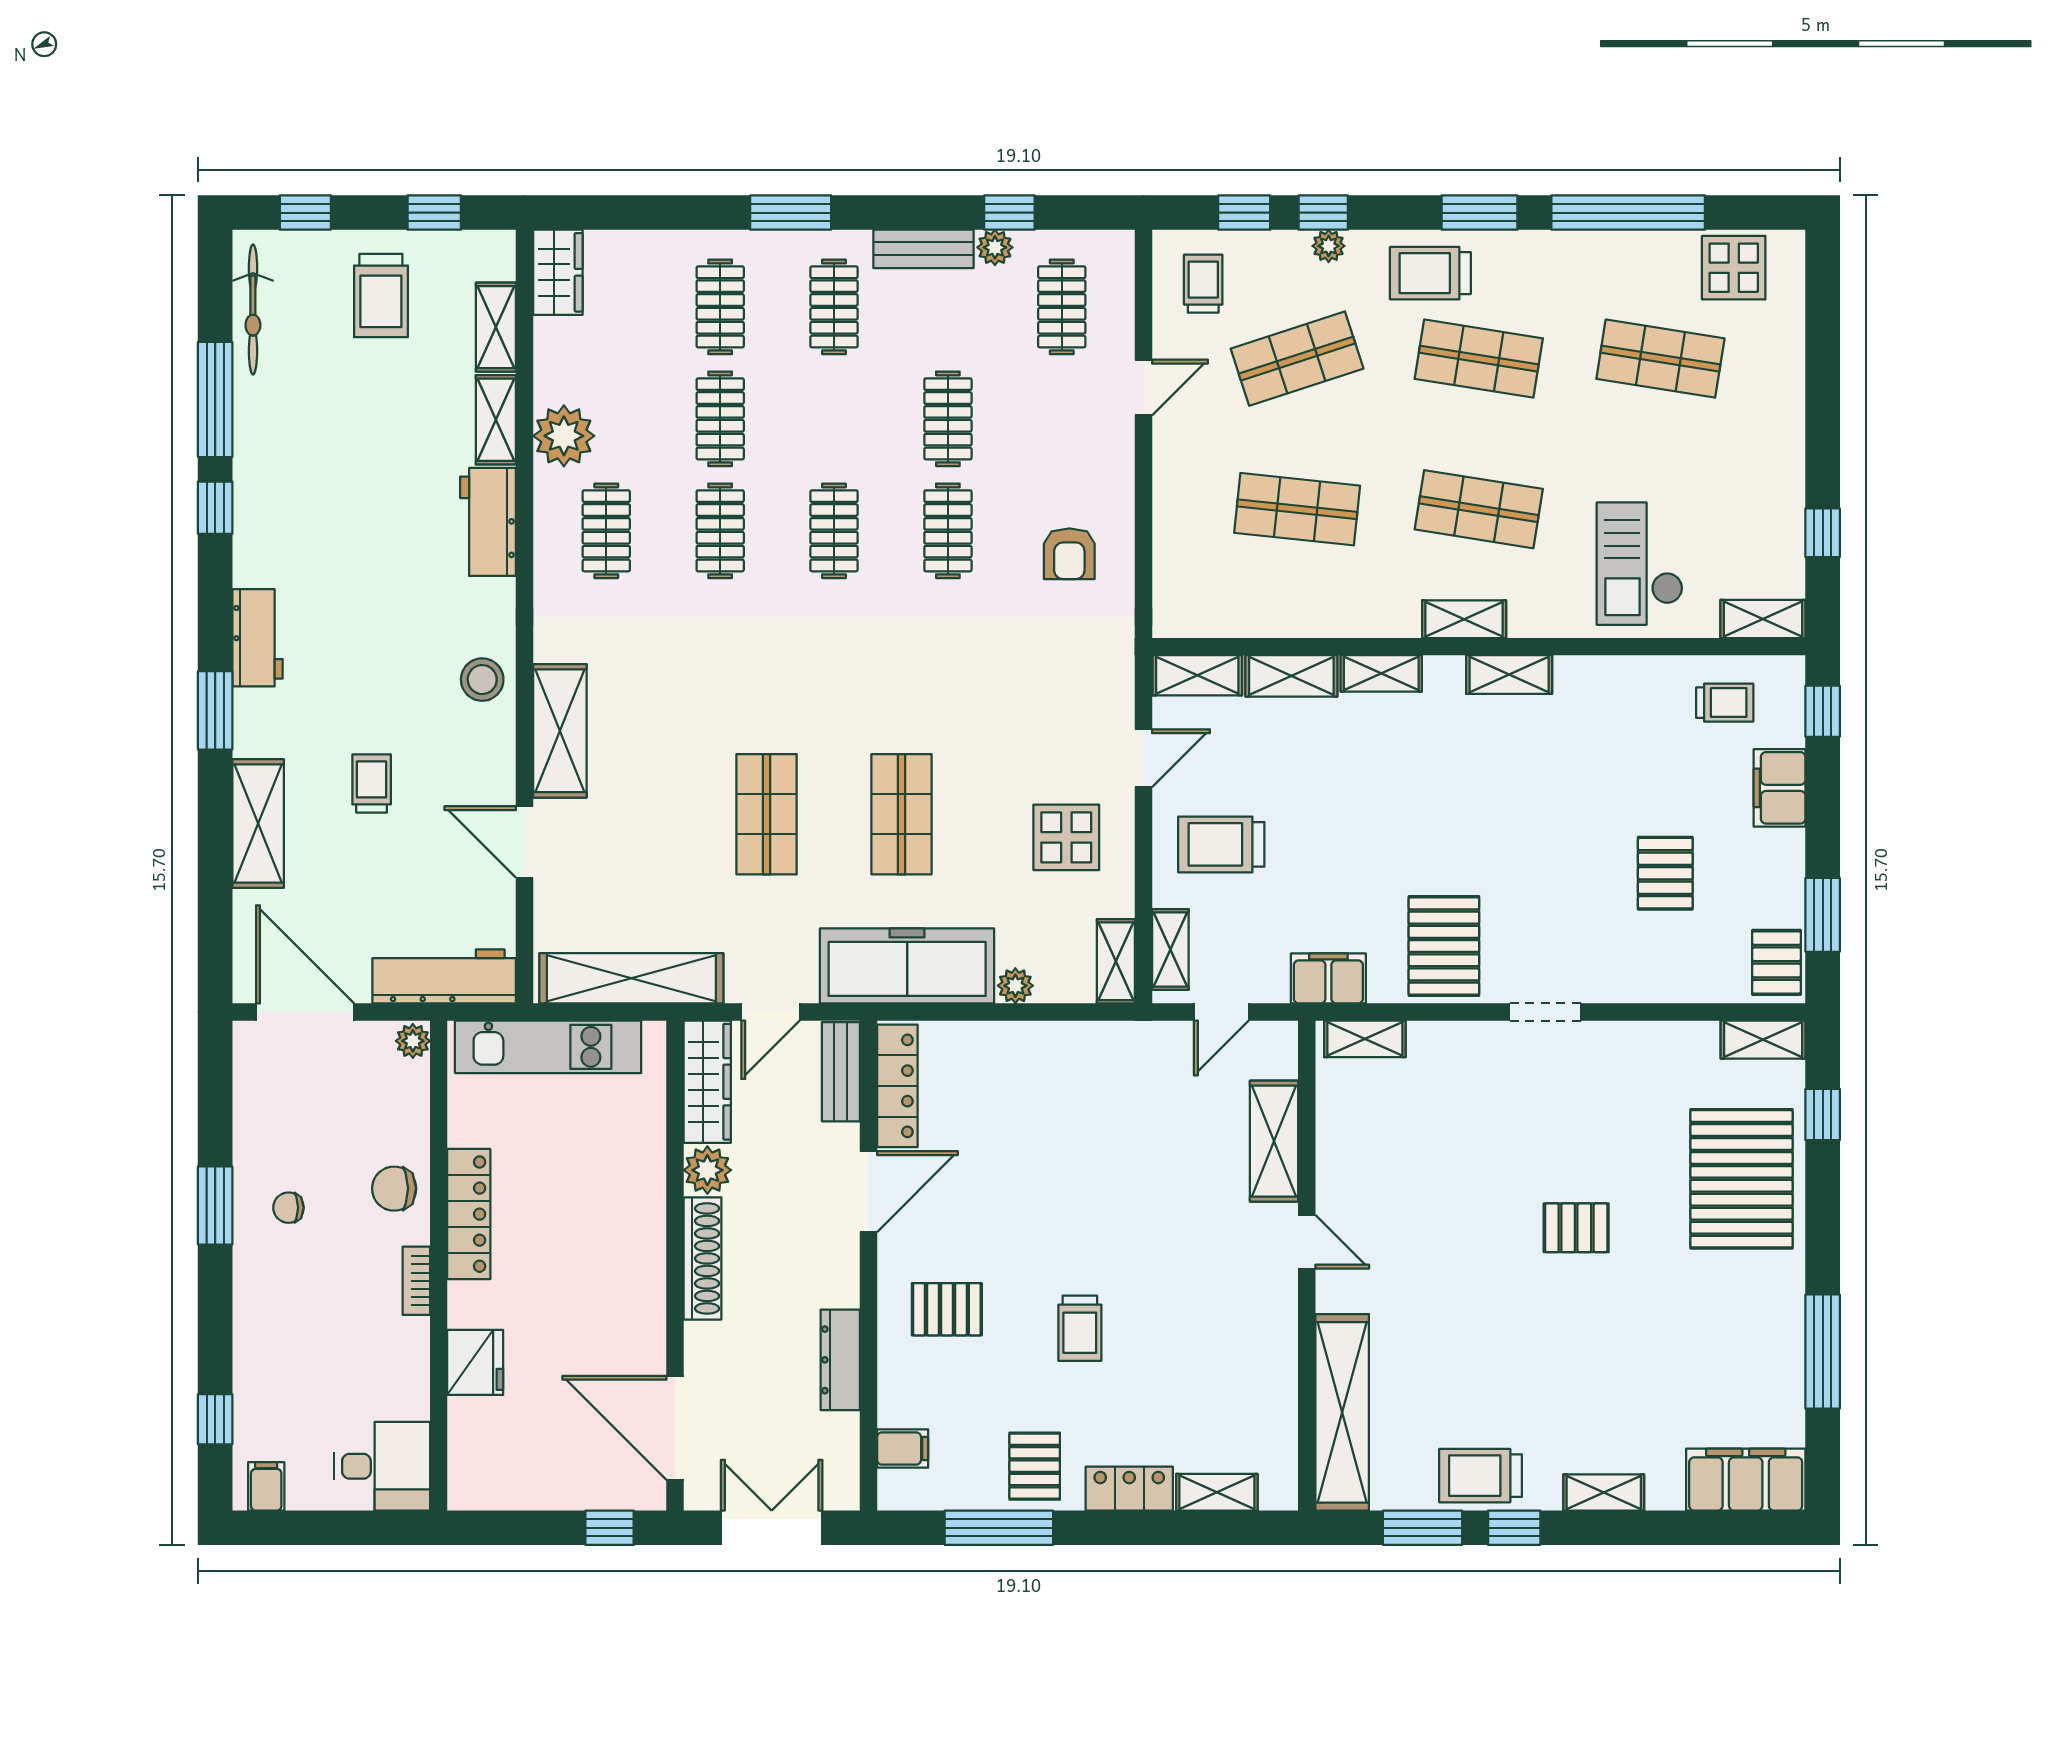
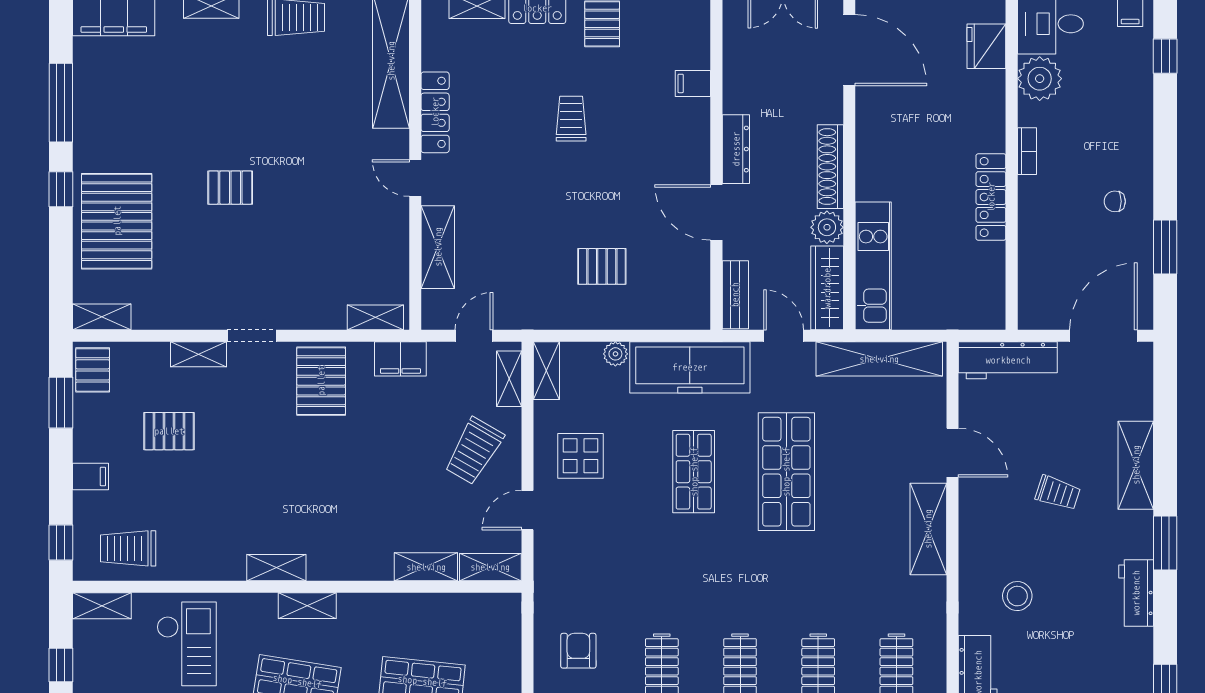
shelving: (1381, 673) -> (199, 354), moved
stool: (482, 680) -> (1017, 596), moved
trolley: (1725, 703) -> (128, 548), width x1.36, depth x1.39
trolley: (372, 784) -> (1058, 493), turned -72
filing cabinet: (1780, 788) -> (90, 476), width x0.50
shop shelf: (767, 814) -> (786, 472), width x1.43, depth x1.36
trolley: (1221, 844) -> (474, 451), turned 120
pallet: (1665, 873) -> (169, 431), turned 90
door: (305, 1012) -> (1103, 336), swing flipped
door: (770, 1012) -> (784, 336), hinge flipped
plant: (413, 1041) -> (1040, 79), moved, width x1.88, depth x1.88
kitchen unit: (548, 1047) -> (873, 266), moved, turned 90
locker: (897, 1086) -> (435, 112), moved, turned 180
window: (1823, 1114) -> (61, 189), moved
chair: (394, 1189) -> (1042, 214), removed
door: (868, 1192) -> (716, 212), hinge flipped
window: (215, 1206) -> (1165, 247), moved
chair: (288, 1208) -> (1115, 201), turned 180
pallet: (947, 1309) -> (602, 266), moved
dresser: (840, 1360) -> (736, 149), moved
fridge: (475, 1362) -> (986, 46), moved
filing cabinet: (903, 1449) -> (693, 83), moved

